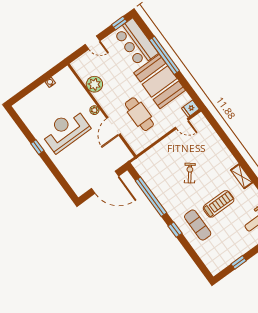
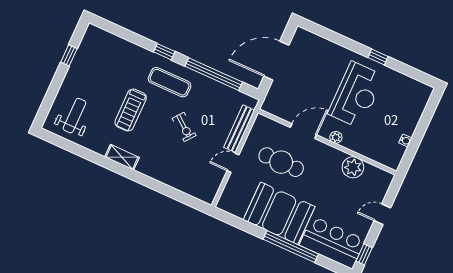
fridge: (190, 109) -> (226, 202), removed
door: (182, 124) -> (233, 163), moved
door: (113, 126) -> (303, 131), hinge flipped
bench: (154, 152) -> (239, 129), added
exercise mat: (198, 225) -> (170, 82), moved

